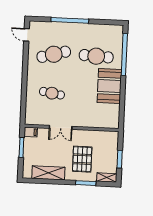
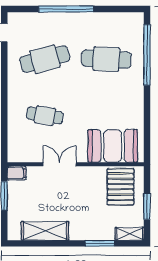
booth: (109, 86) -> (113, 146), moved, turned 90
double door: (61, 127) -> (60, 164), swing flipped
pallet: (82, 159) -> (120, 187), moved

